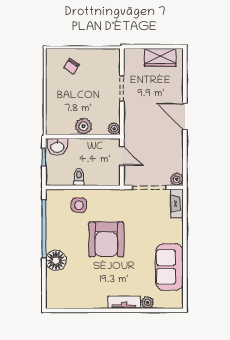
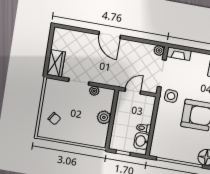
wardrobe: (160, 57) -> (56, 63), moved
door: (185, 116) -> (110, 35), hinge flipped
plant: (114, 129) -> (94, 91), moved
washbasin: (57, 147) -> (141, 141), moved, turned 180
side table: (79, 205) -> (171, 96), moved

